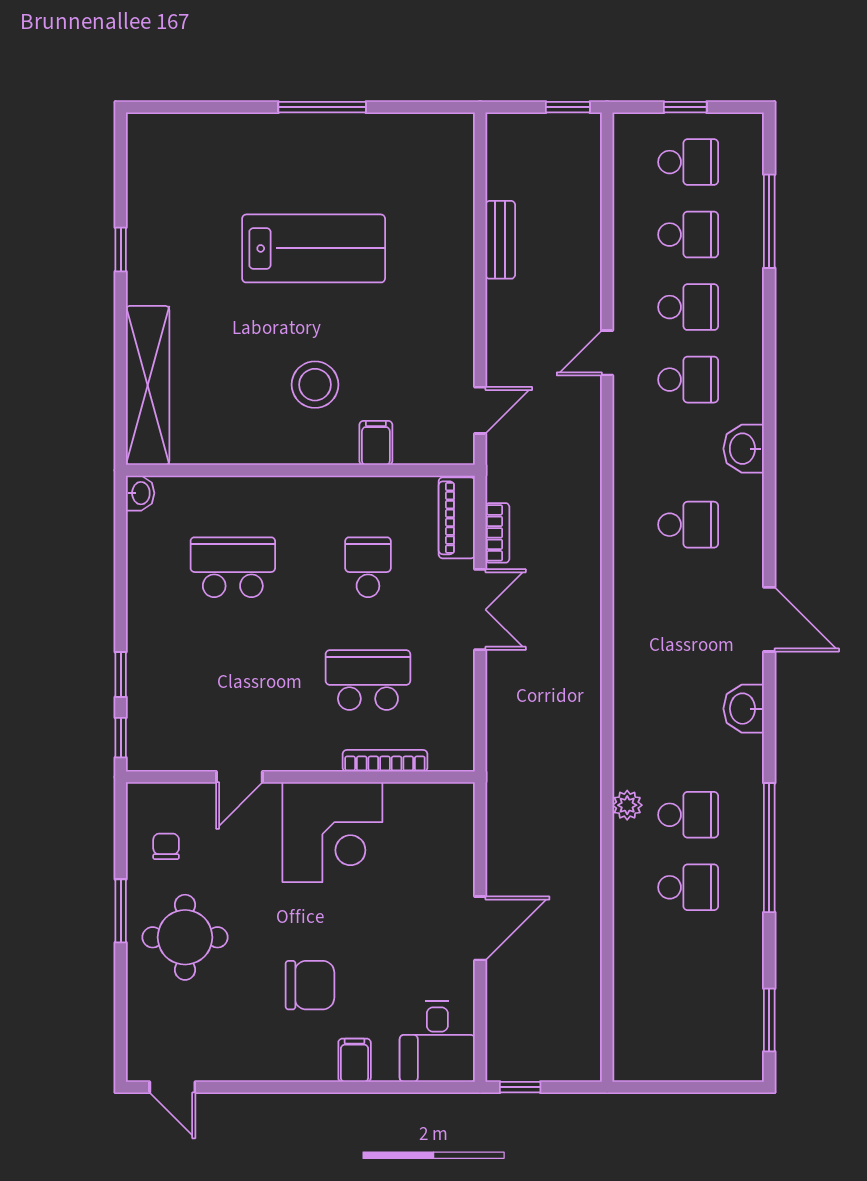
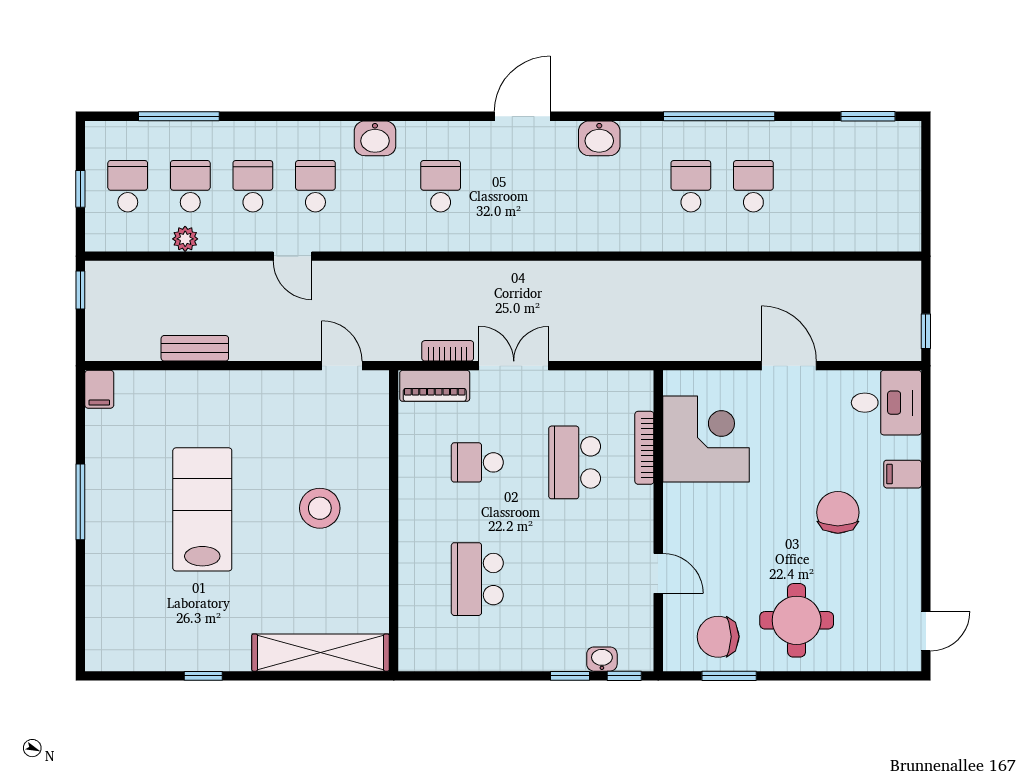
filing cabinet: (376, 443) -> (99, 389), moved, turned -90
washbasin: (140, 493) -> (602, 659), moved
plant: (627, 805) -> (185, 239), moved
corner desk: (332, 832) -> (706, 439), moved
chair: (166, 846) -> (718, 637), width x1.87, depth x1.87
window: (121, 911) -> (729, 676), moved

